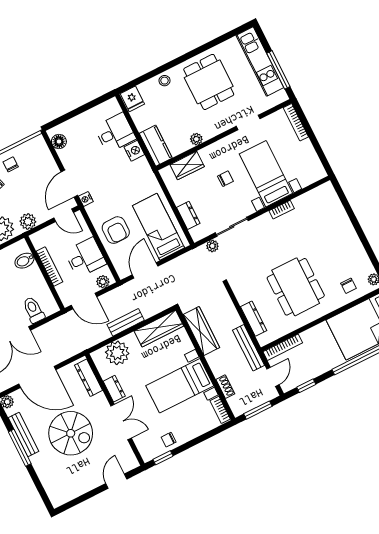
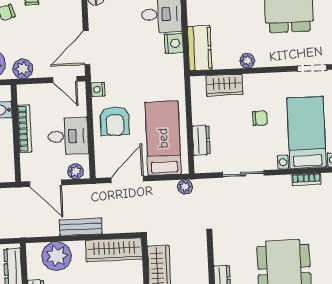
nightstand: (86, 199) -> (98, 90), moved
plant: (212, 246) -> (185, 187), moved

